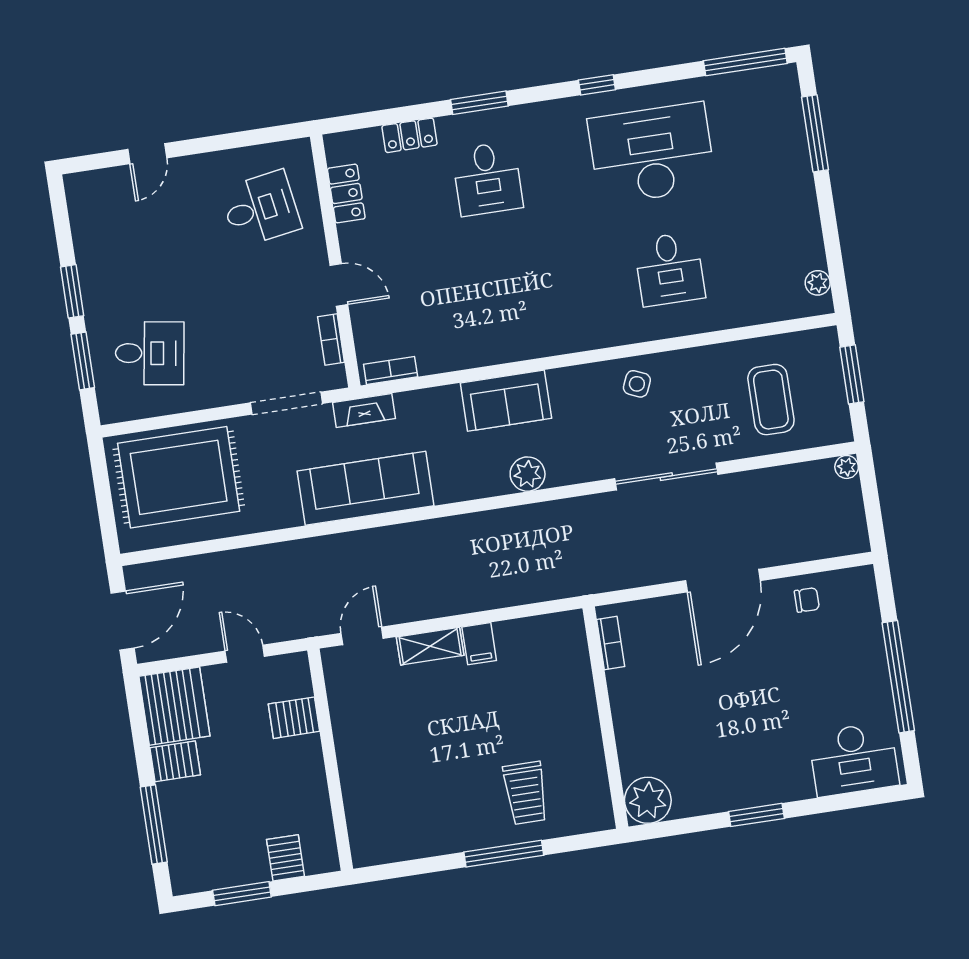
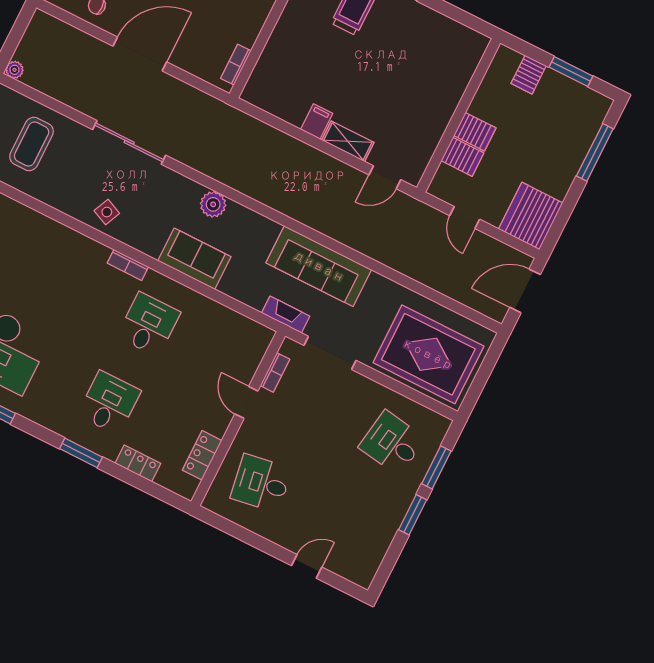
desk: (670, 269) -> (149, 324), moved
bookcase: (391, 371) -> (128, 265), moved
server rack: (175, 761) -> (475, 132), moved, turned 180

